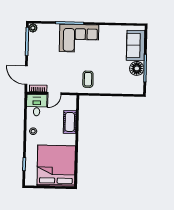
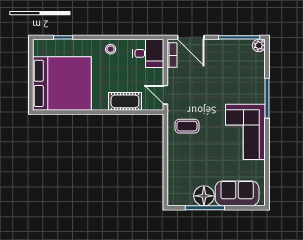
corner sofa: (79, 38) -> (245, 132), moved
door: (26, 75) -> (191, 37), swing flipped
door: (54, 94) -> (165, 95), moved

